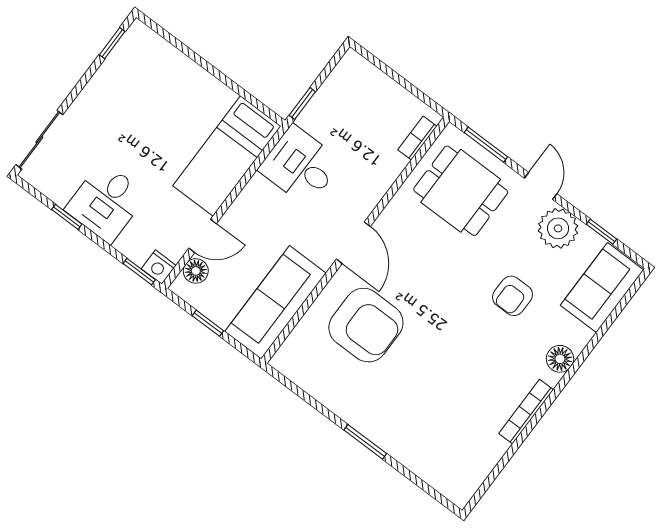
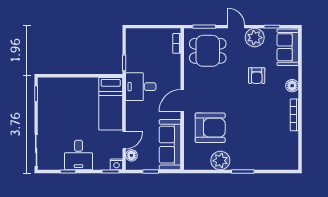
door: (353, 243) -> (182, 101), swing flipped
plant: (341, 394) -> (220, 161), added

